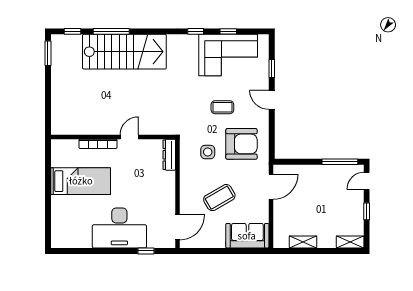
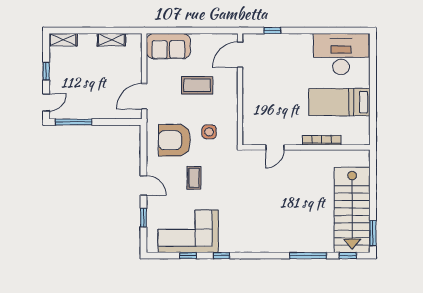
stairs: (124, 52) -> (352, 210), moved, turned -90
coffee table: (222, 107) -> (194, 178), turned 90
door: (129, 137) -> (275, 147), moved
dresser: (169, 155) -> (248, 129), removed
coffee table: (219, 198) -> (197, 85), turned 30
desk: (119, 228) -> (341, 54), moved

